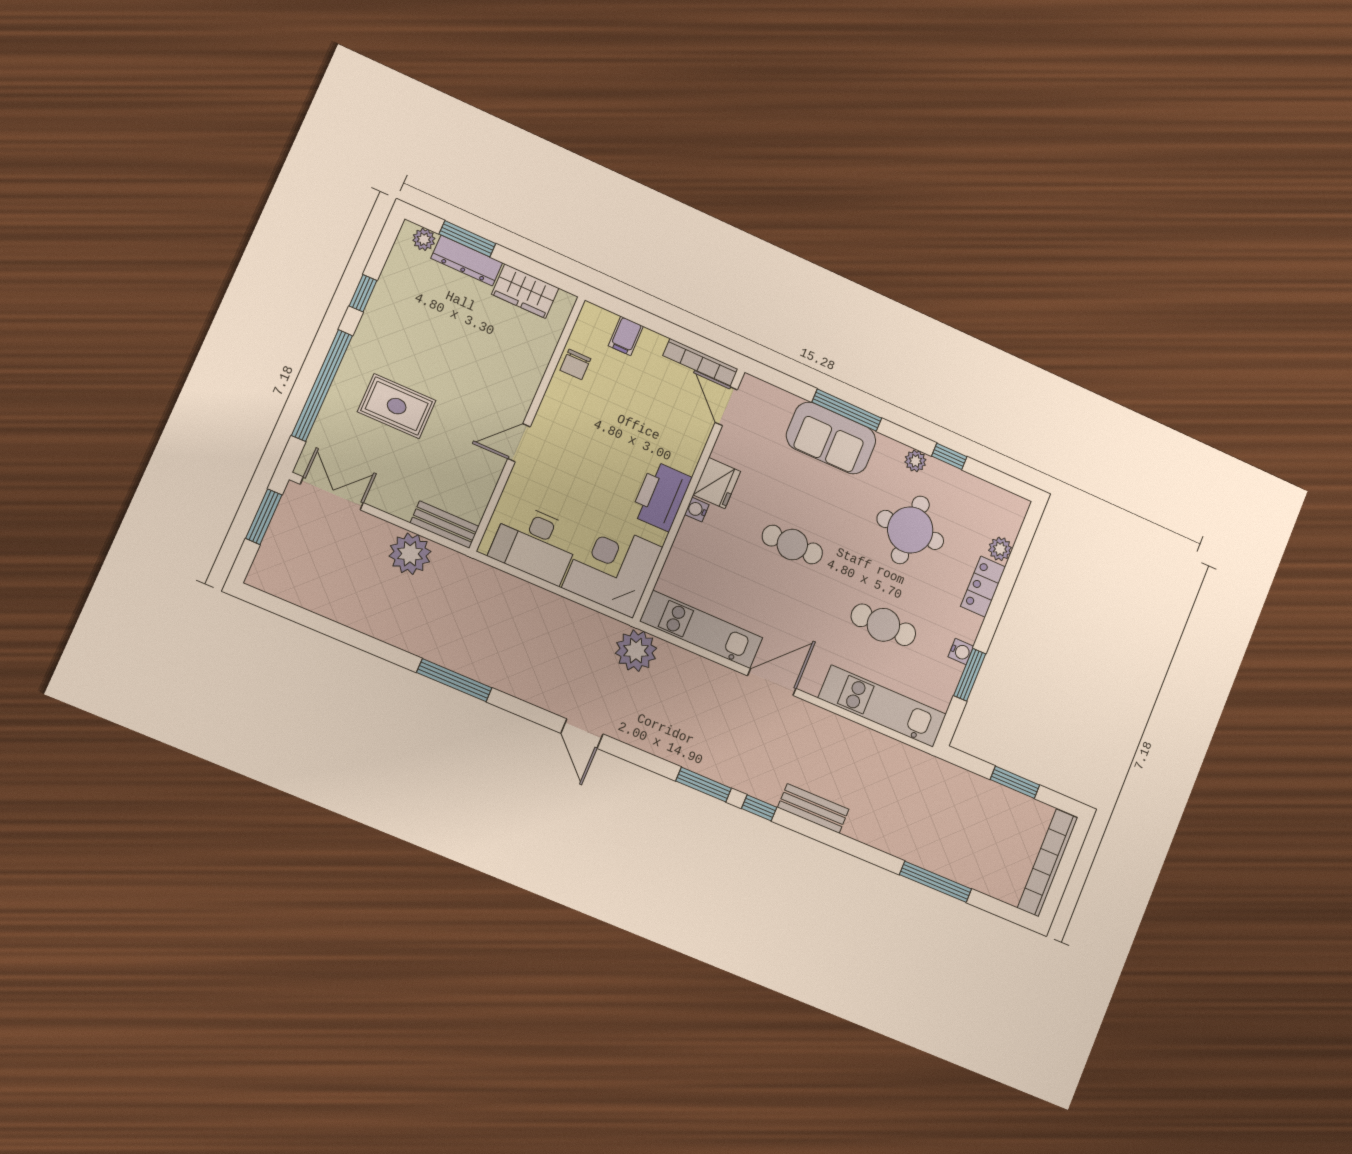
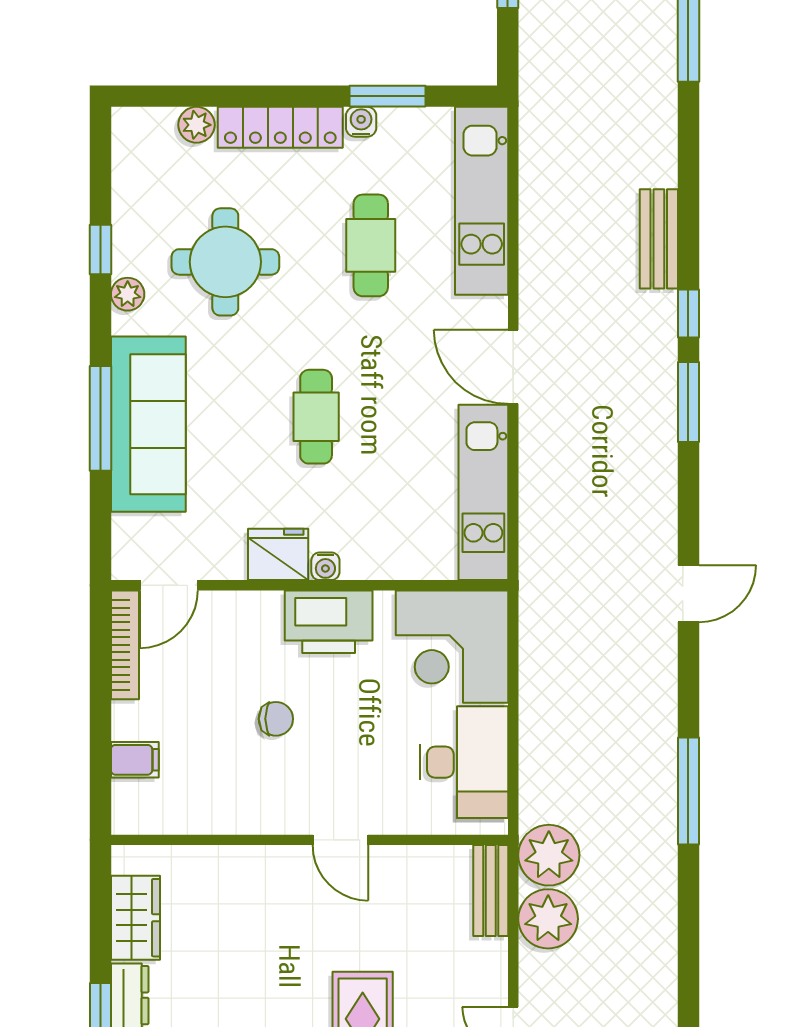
chair: (575, 364) -> (276, 719), moved
sofa: (831, 438) -> (148, 424), width x1.36
locker: (983, 587) -> (280, 127), width x1.53
plant: (636, 651) -> (549, 855), moved

